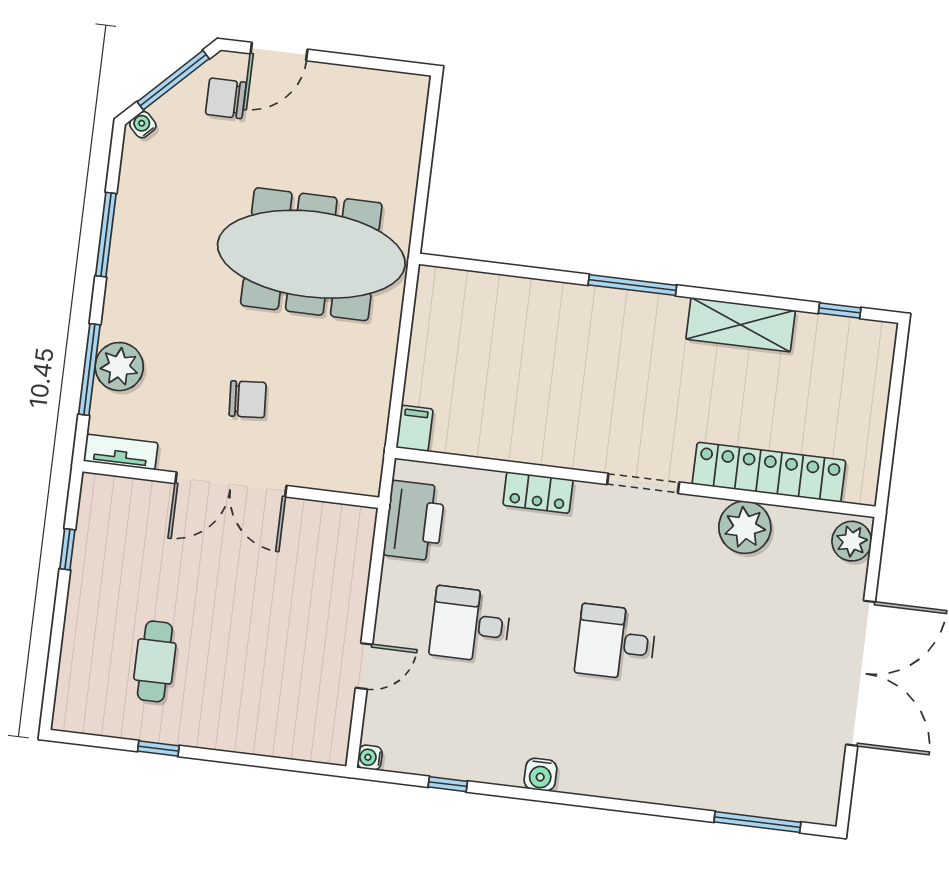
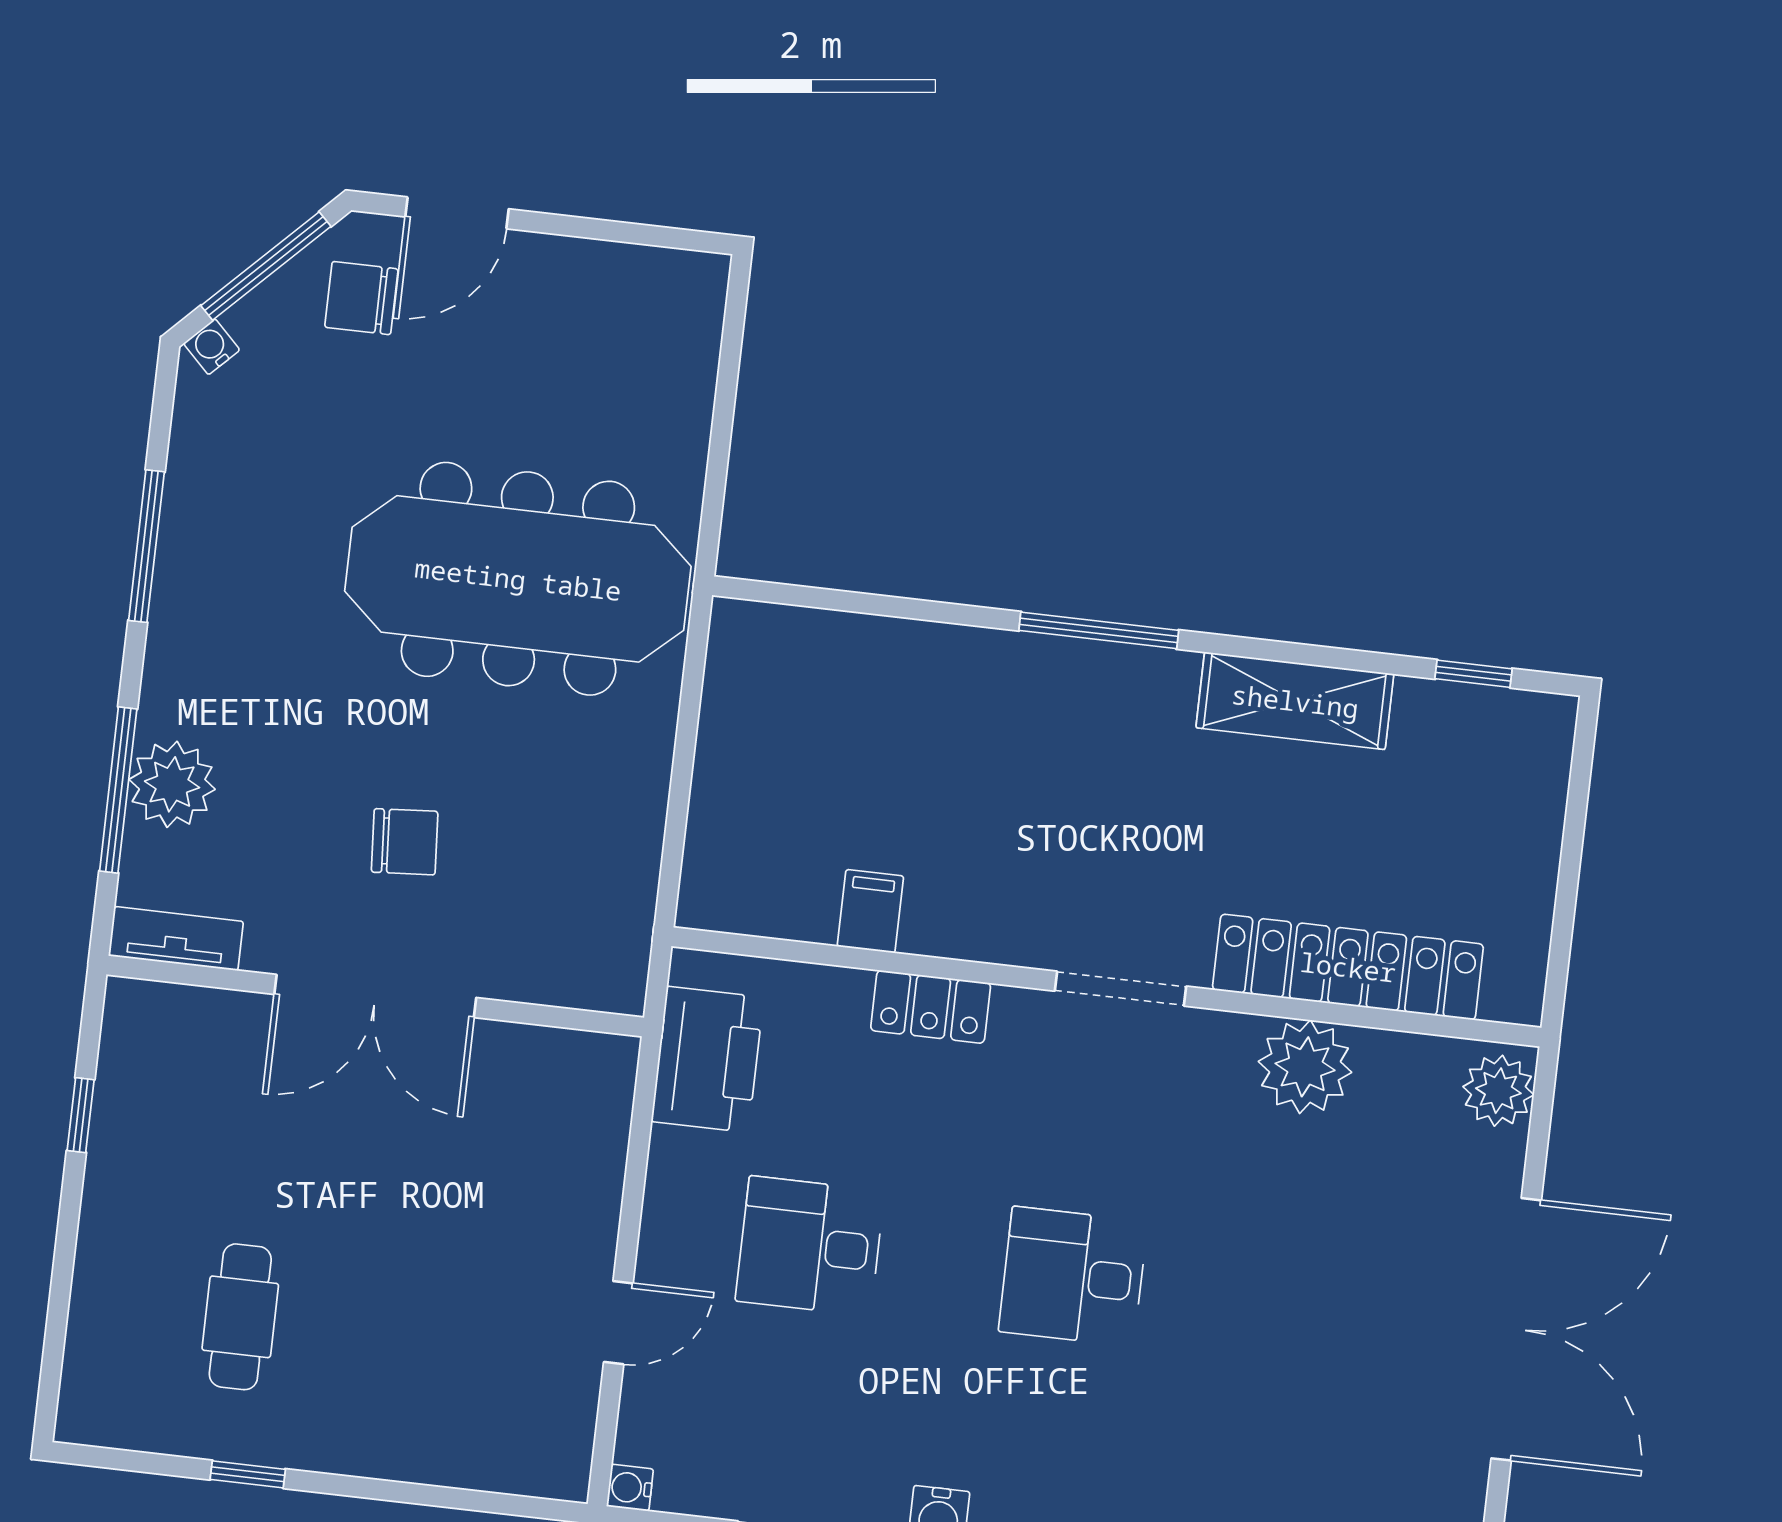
filing cabinet: (415, 428) -> (870, 911), moved

